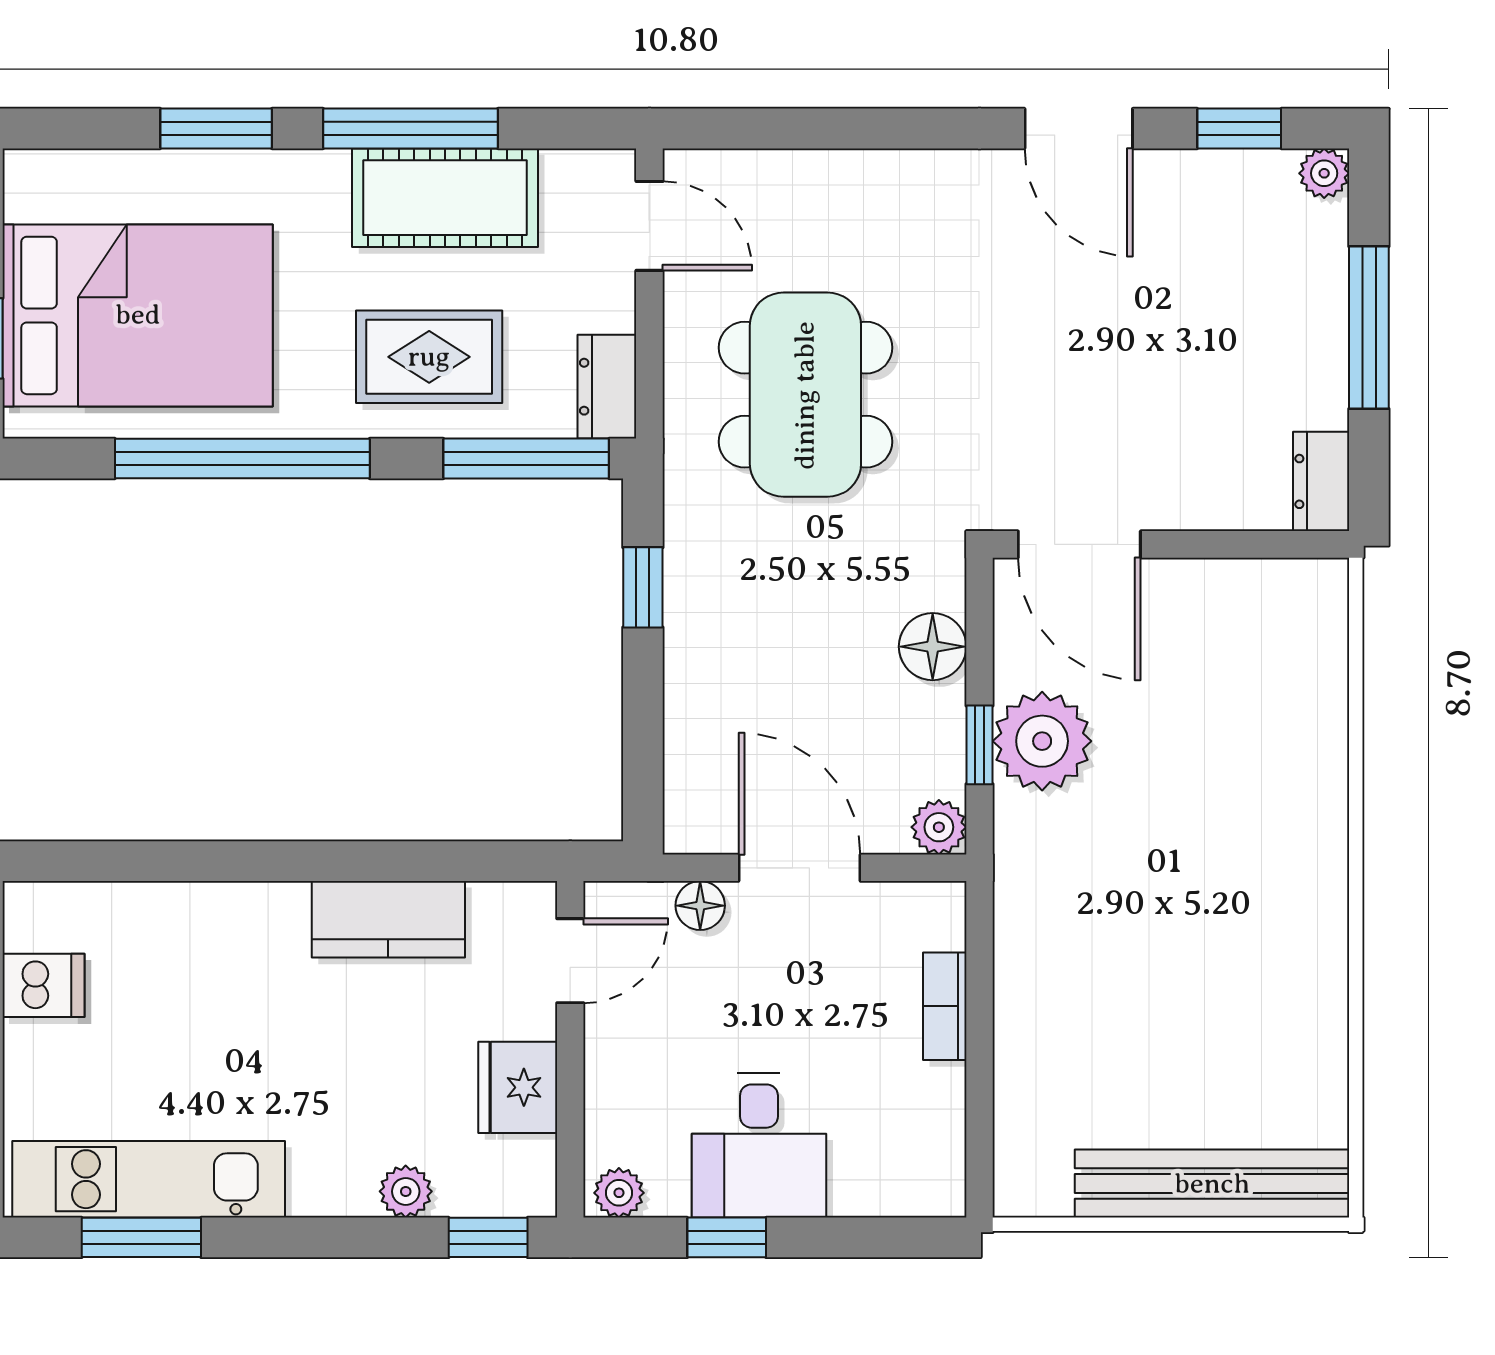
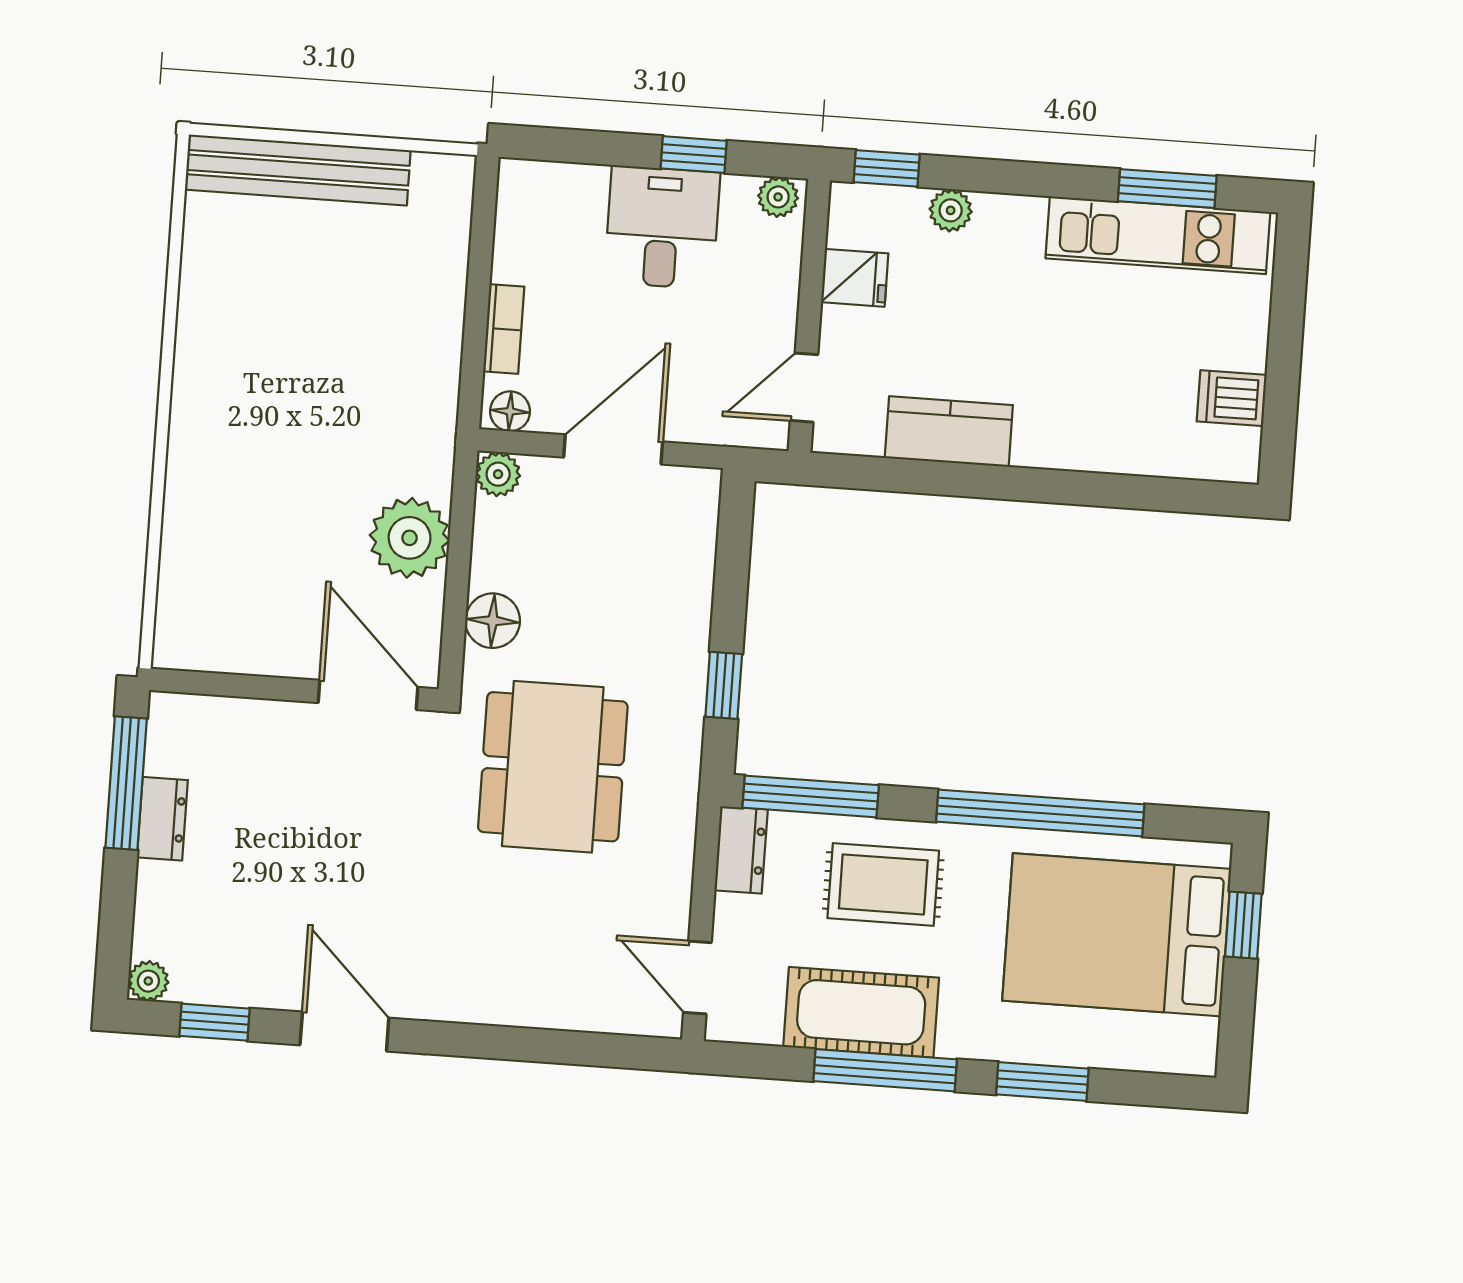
window: (1369, 328) -> (126, 783), moved
dining table: (805, 395) -> (553, 767), moved
dresser: (1321, 481) -> (162, 819), moved
window: (979, 745) -> (460, 538), removed
door: (800, 868) -> (613, 449), swing flipped
floor lamp: (700, 906) -> (510, 411), moved
fridge: (518, 1087) -> (855, 278), width x0.72

